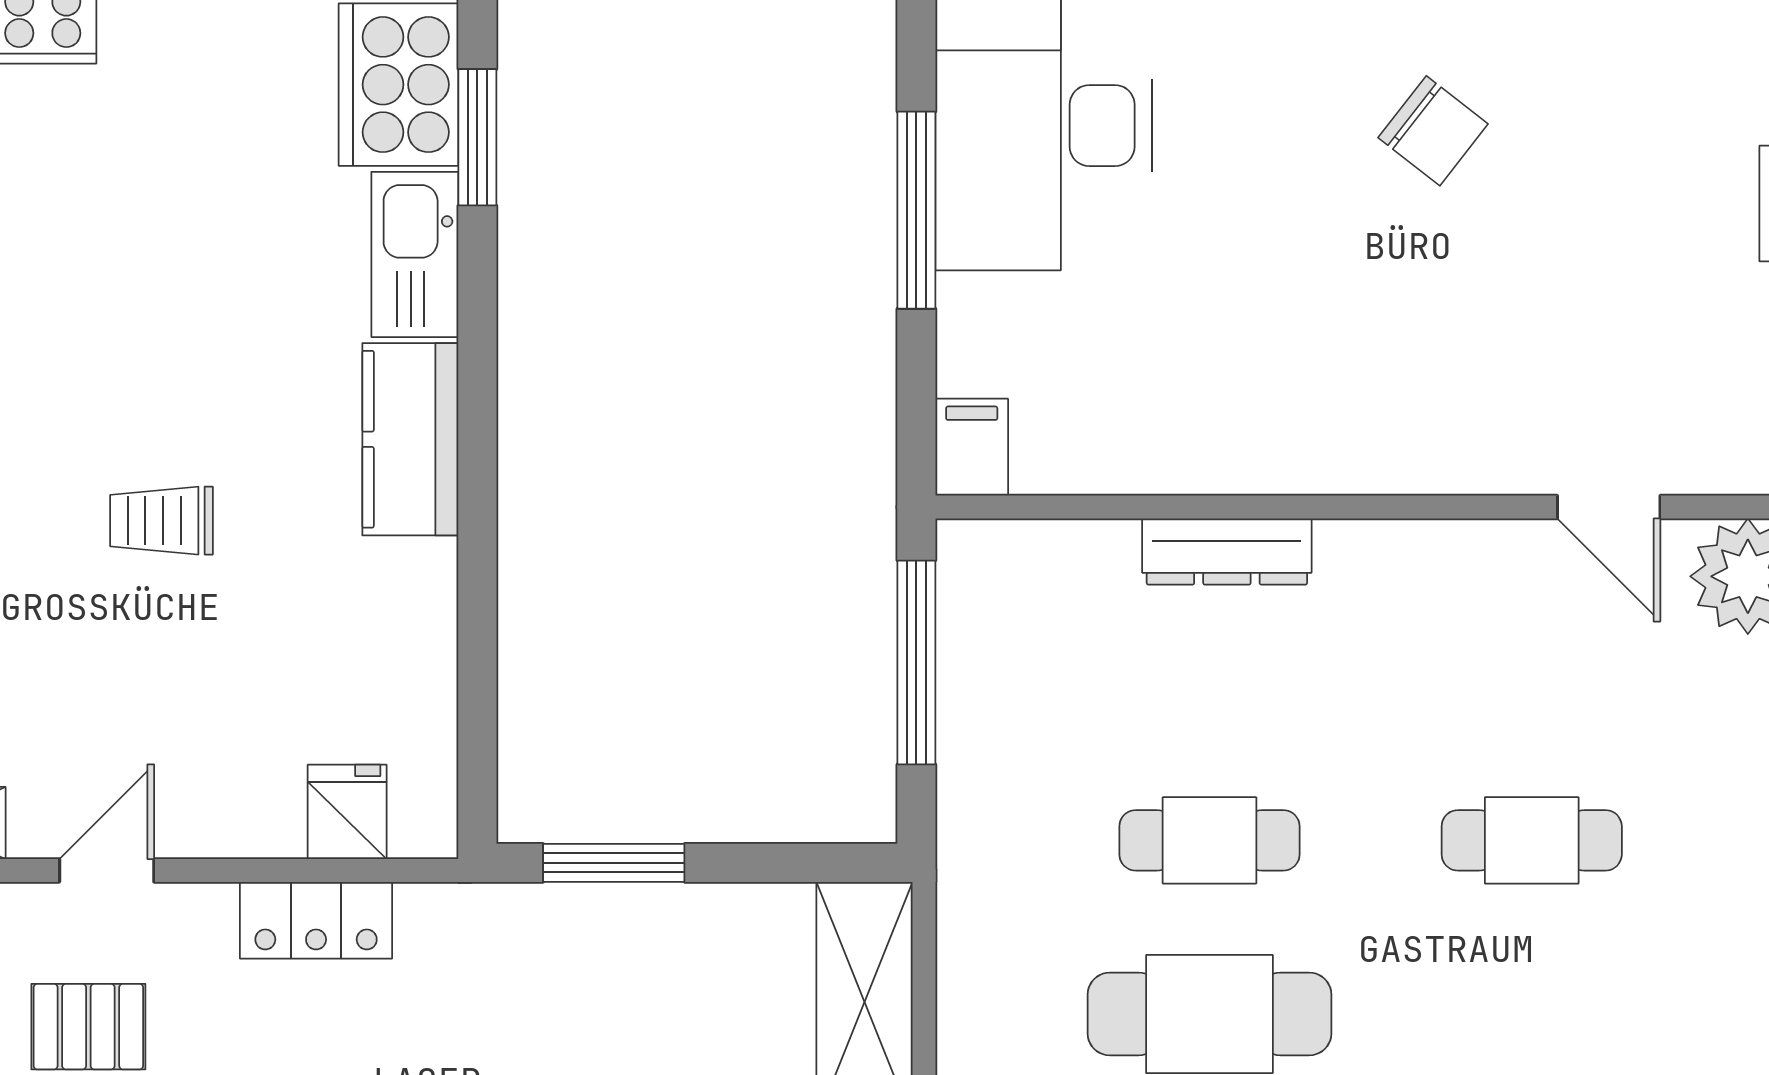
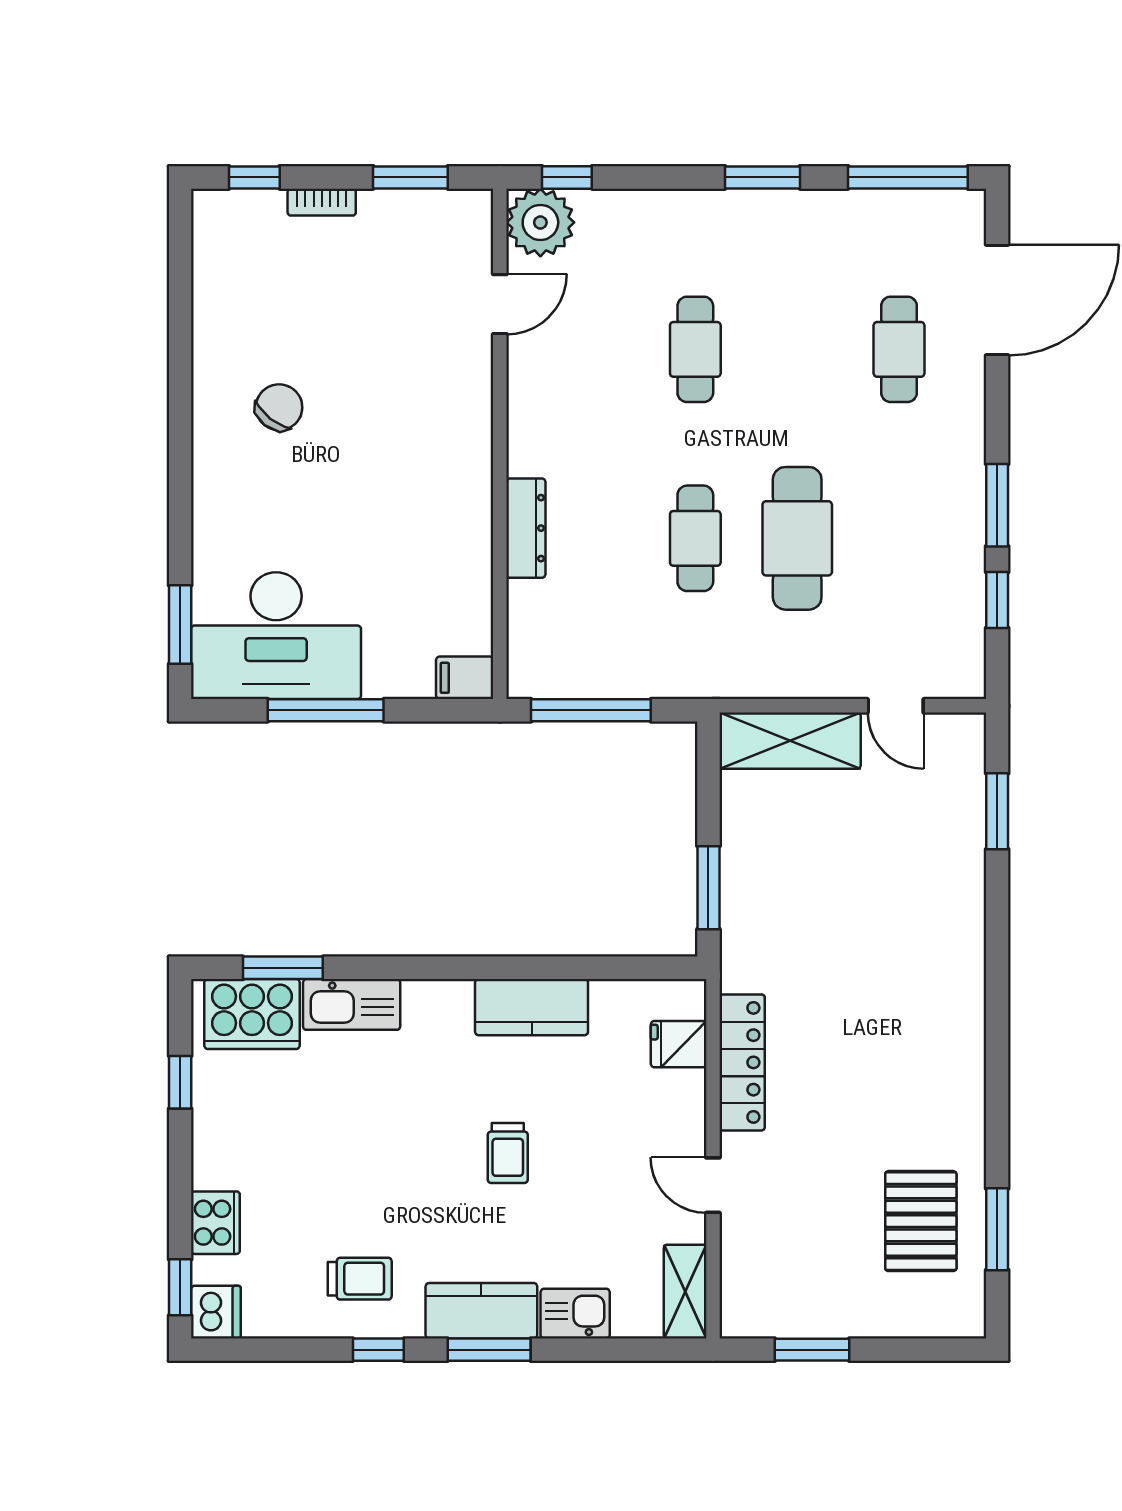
kitchen counter: (410, 439) -> (532, 1007), moved
locker: (316, 920) -> (742, 1062), width x1.53
pallet: (88, 1027) -> (805, 1196), removed

